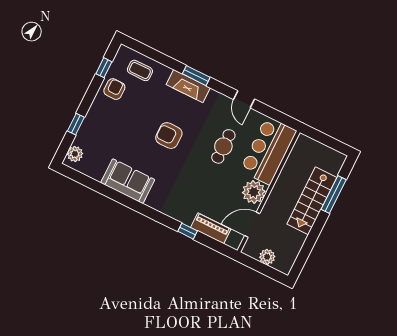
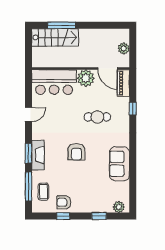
window: (155, 55) -> (28, 187), added
window: (104, 68) -> (63, 216), moved
cafe table: (223, 146) -> (97, 117), moved
stairs: (312, 201) -> (55, 37), moved
piano: (211, 228) -> (123, 83), moved

